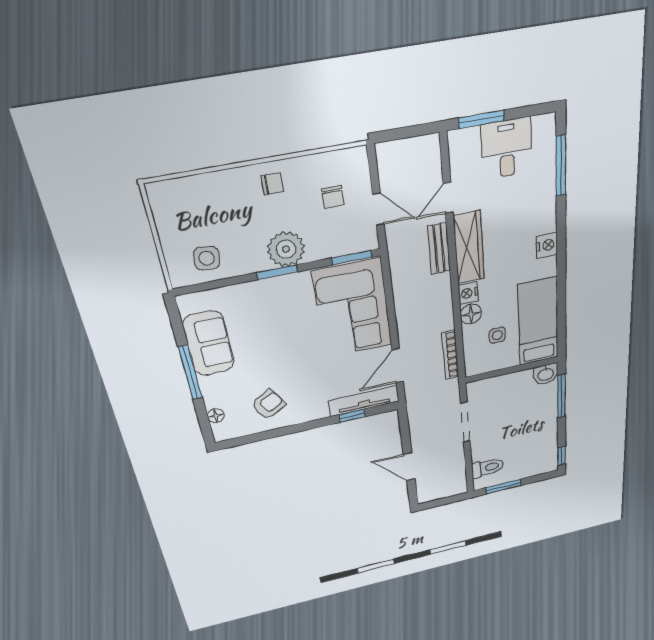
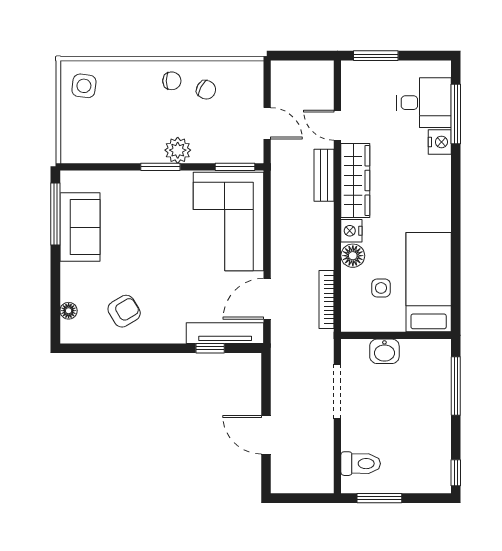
desk: (507, 149) -> (424, 103), moved, turned 90
chair: (333, 197) -> (206, 90), moved, turned -61
door: (448, 198) -> (337, 125), hinge flipped
nightstand: (547, 245) -> (440, 142), moved
plant: (286, 249) -> (178, 150), width x0.73, depth x0.73
side table: (207, 258) -> (84, 86), moved
window: (190, 372) -> (55, 214), moved
washbasin: (546, 374) -> (384, 351), moved

